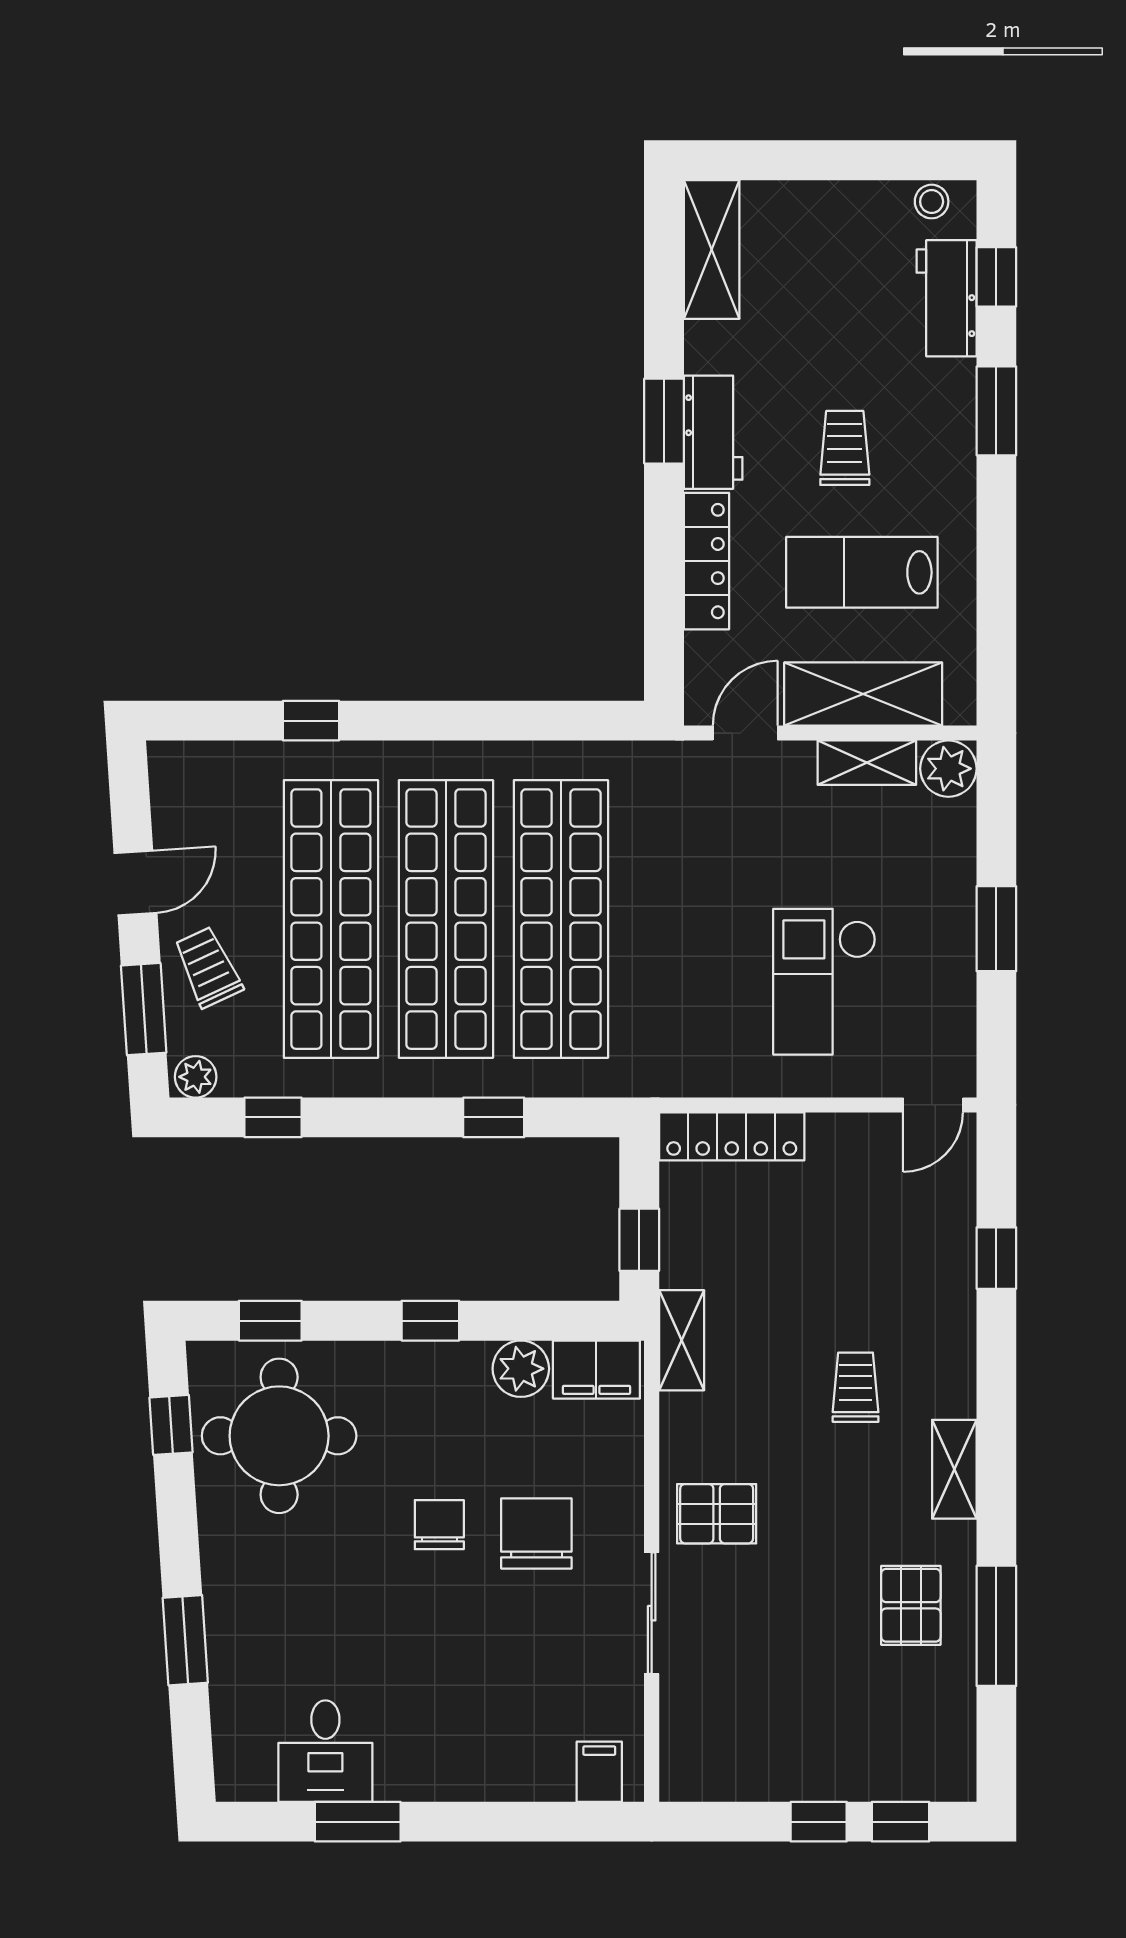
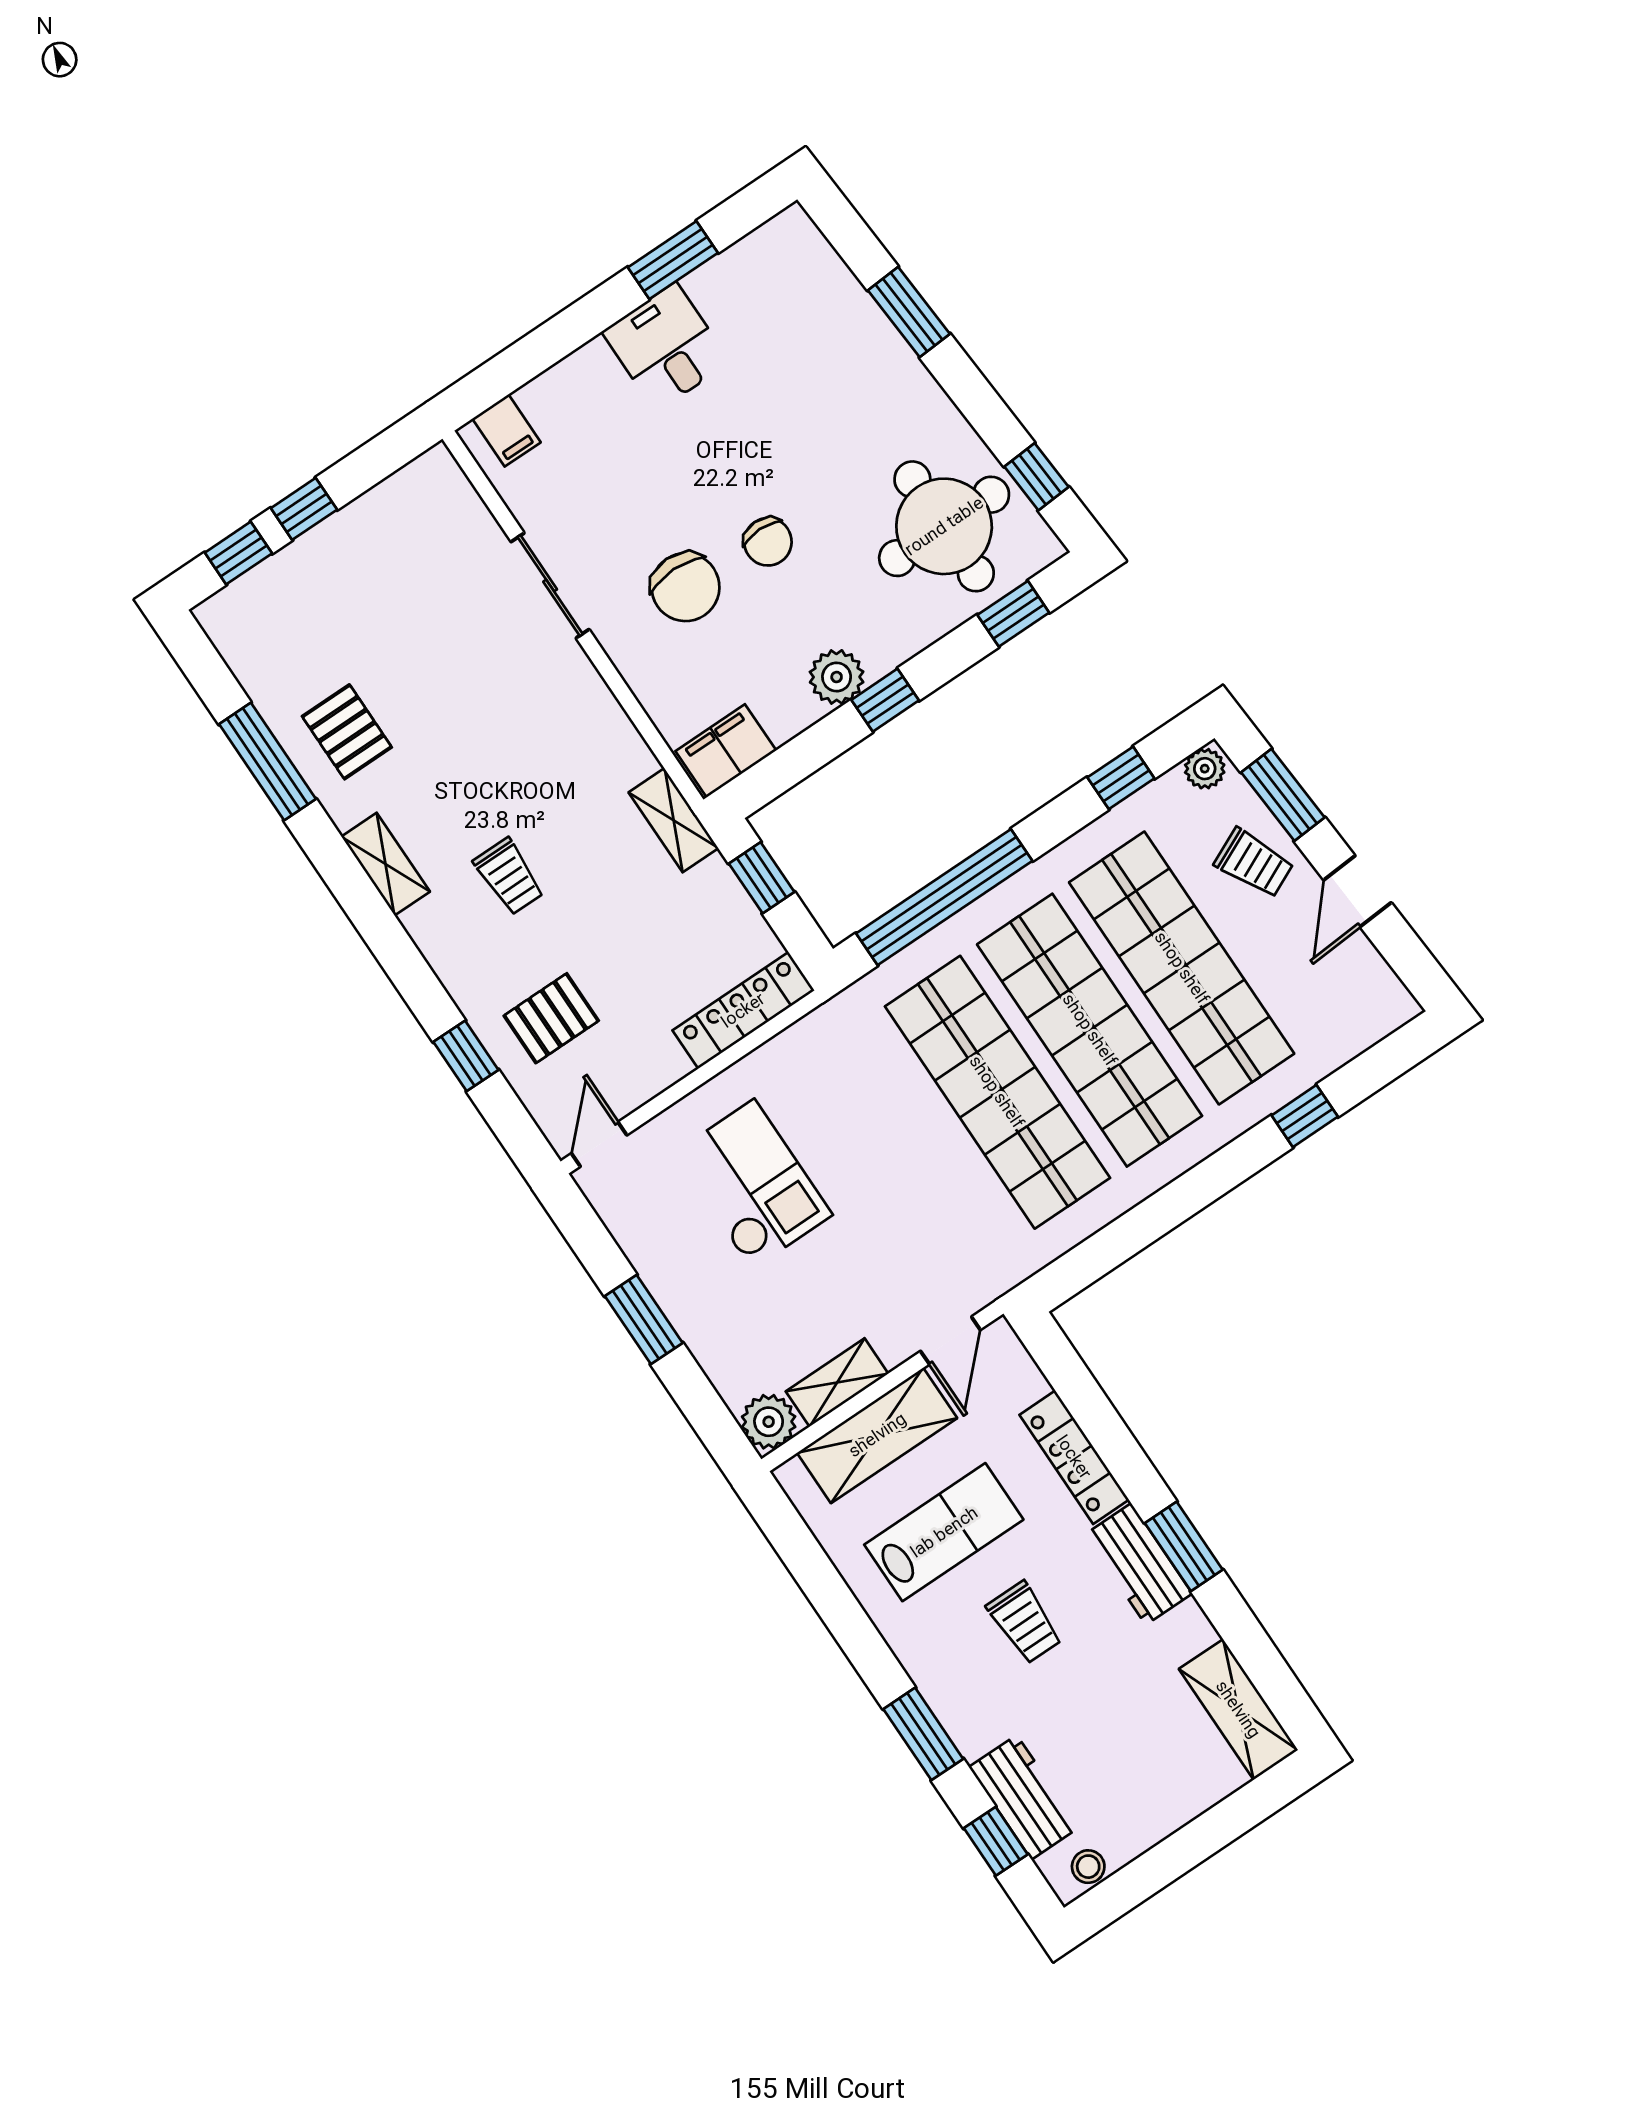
window: (494, 1117) -> (944, 897), width x3.17
plant: (521, 1369) -> (837, 677), moved
pallet: (717, 1514) -> (551, 1018), moved
desk: (325, 1751) -> (666, 347), moved

